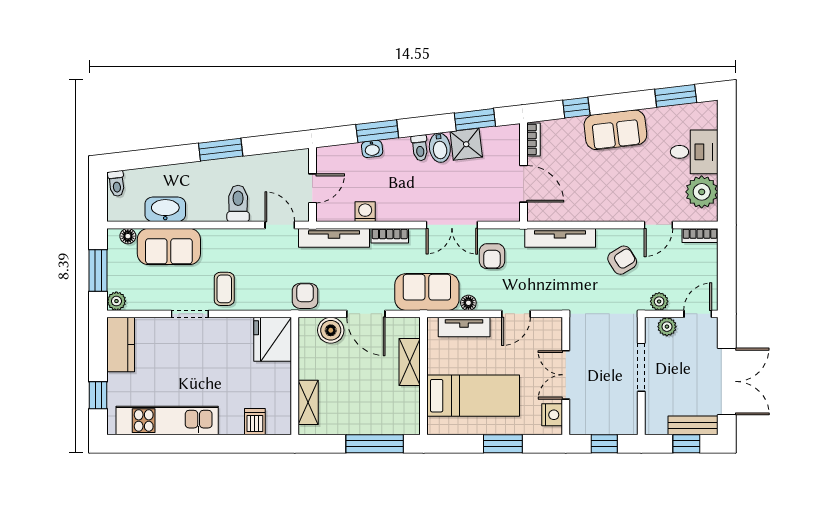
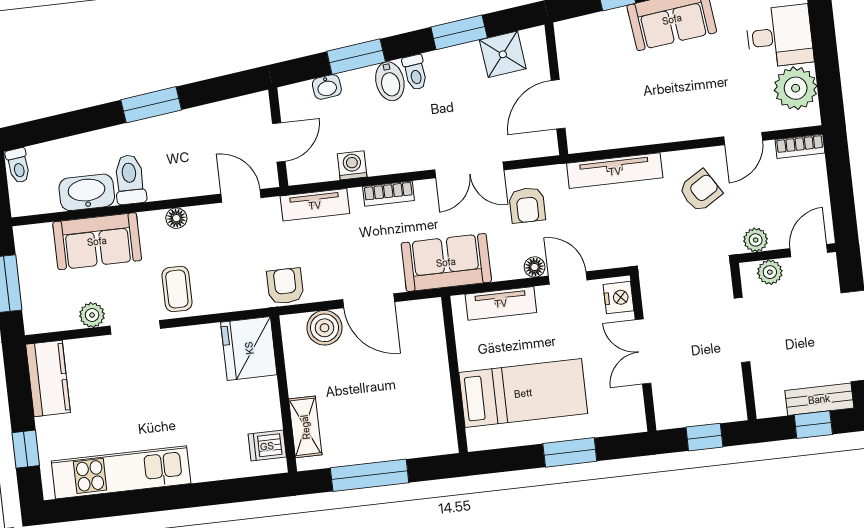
window: (475, 120) -> (459, 32), moved
bookcase: (534, 139) -> (565, 44), removed
shower: (466, 144) -> (503, 54), moved
bidet: (440, 148) -> (390, 81), moved
washbasin: (372, 149) -> (327, 87), moved
door: (524, 184) -> (558, 104), swing flipped
toilet: (238, 203) -> (130, 179), moved
floor lamp: (128, 236) -> (176, 218), moved
tv unit: (334, 238) -> (315, 205), width x0.71
plant: (116, 301) -> (92, 315), moved
floor lamp: (468, 303) -> (535, 267), moved
door: (516, 314) -> (568, 278), swing flipped
shelving: (410, 362) -> (434, 358), removed
nightstand: (552, 415) -> (619, 298), moved
dishwasher: (255, 422) -> (267, 446), moved, turned -90
window: (375, 444) -> (370, 475), moved

